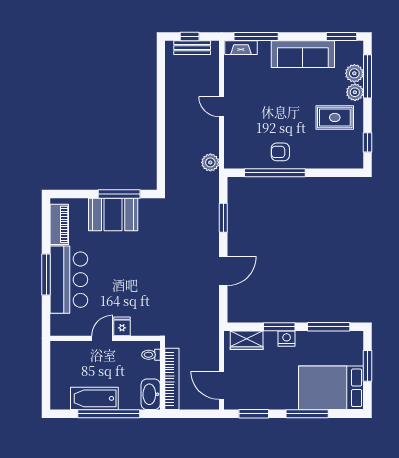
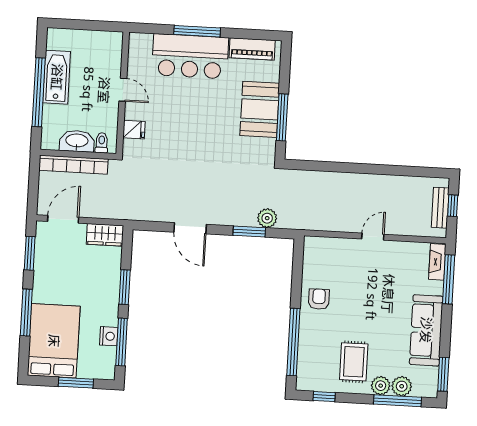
plant: (210, 162) -> (267, 218), moved
window: (275, 173) -> (293, 342), moved
fridge: (122, 326) -> (134, 130), moved
nightstand: (287, 339) -> (109, 336), moved
wardrobe: (247, 340) -> (105, 235), moved, turned -90
washbasin: (151, 394) -> (77, 141), moved

